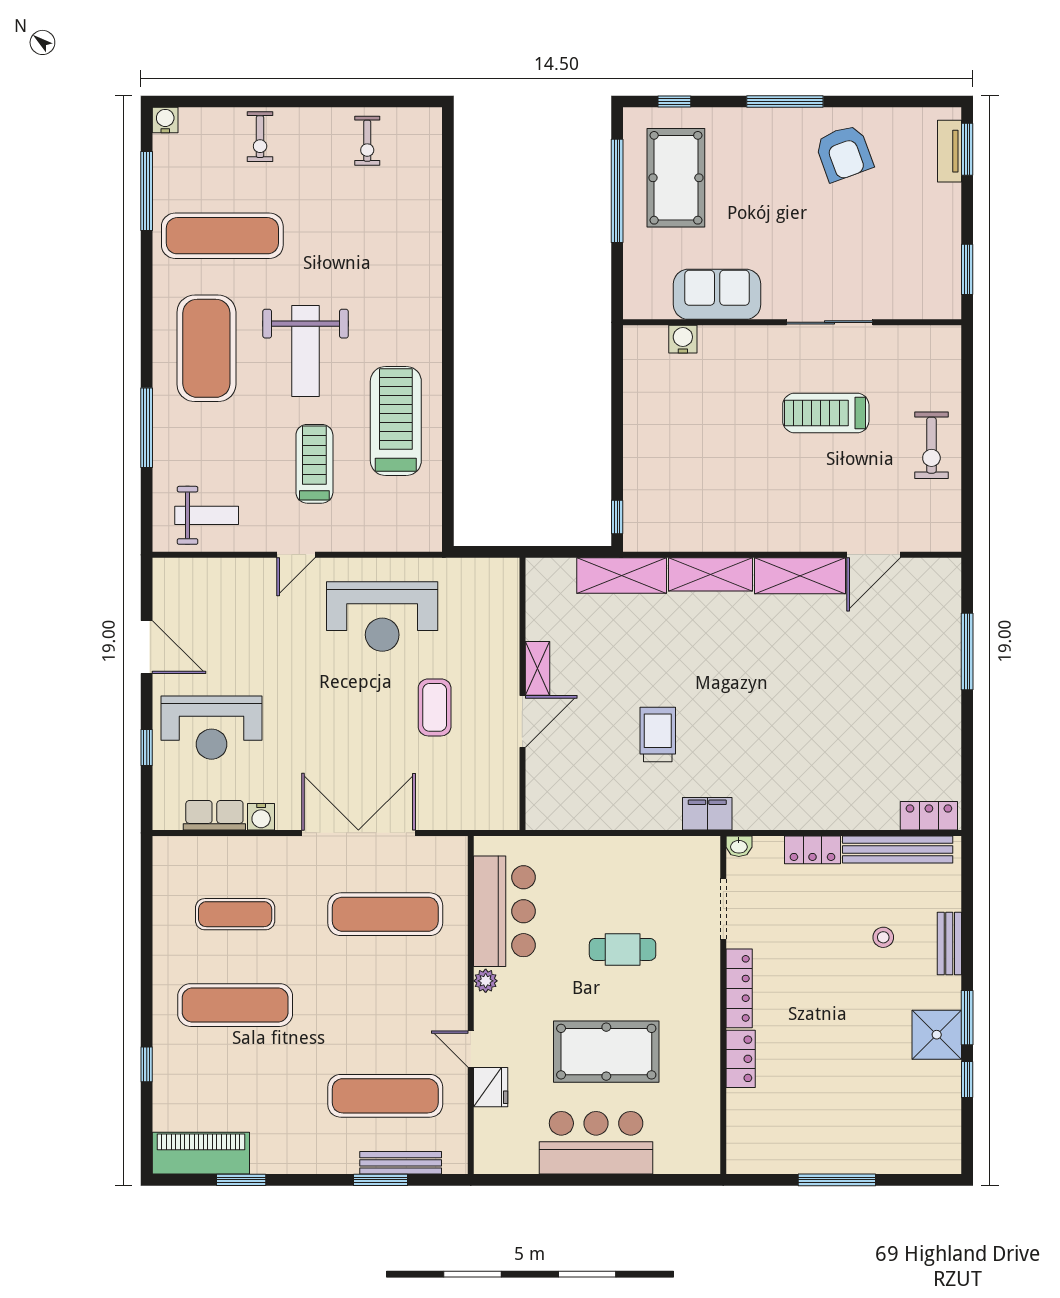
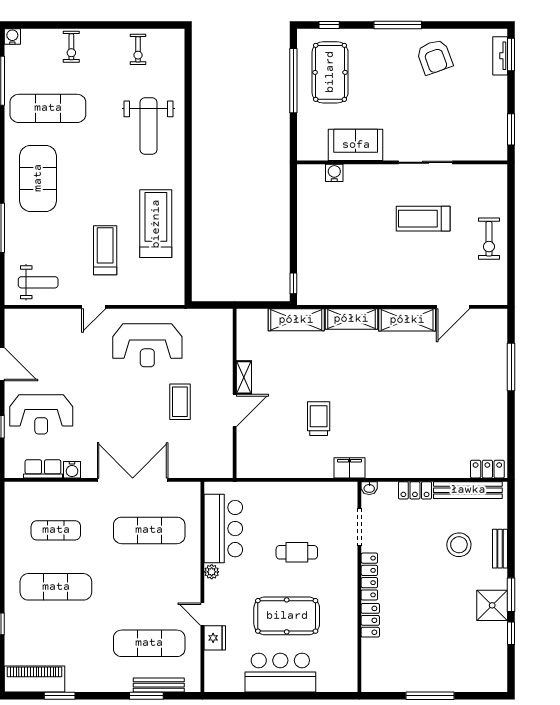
weight bench: (306, 351) -> (149, 126), moved
stool: (883, 937) -> (459, 545), width x1.89, depth x1.89

